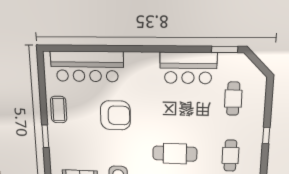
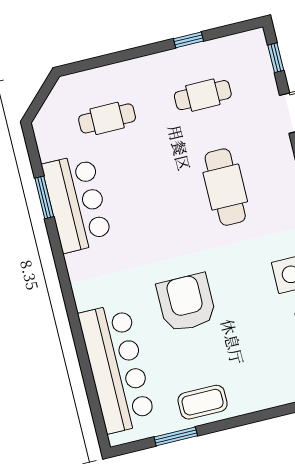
window: (225, 49) -> (44, 197), moved
window: (266, 135) -> (188, 40), moved
window: (45, 136) -> (176, 436), moved

